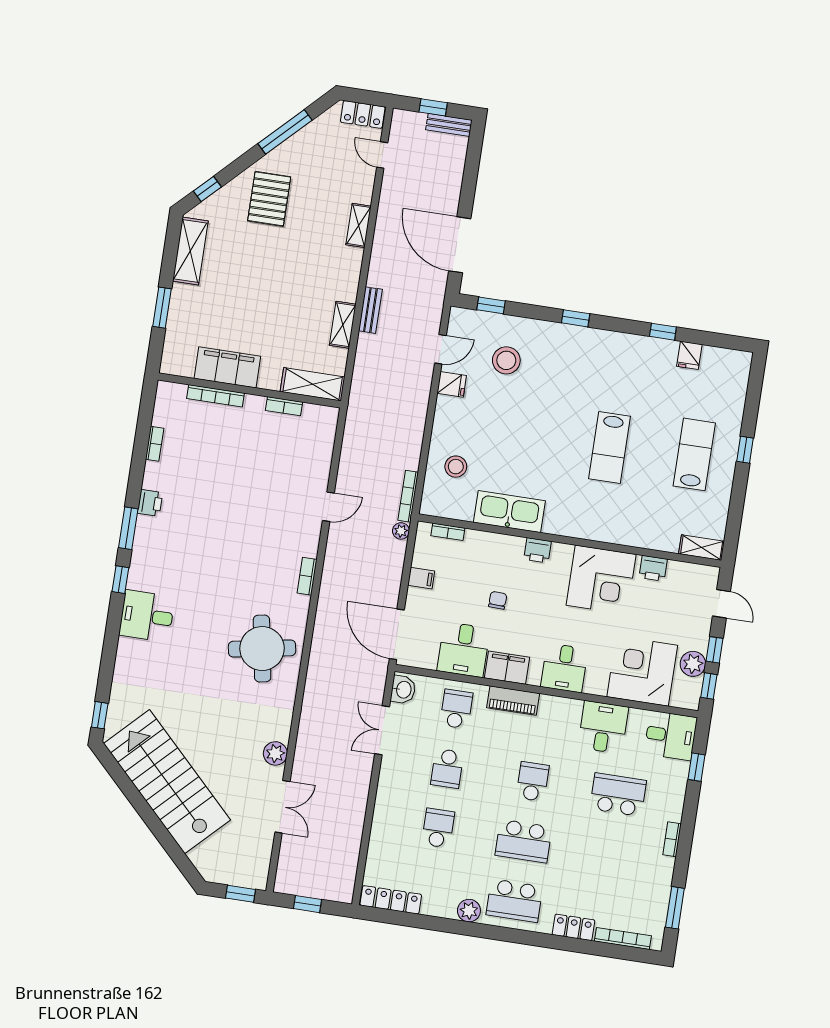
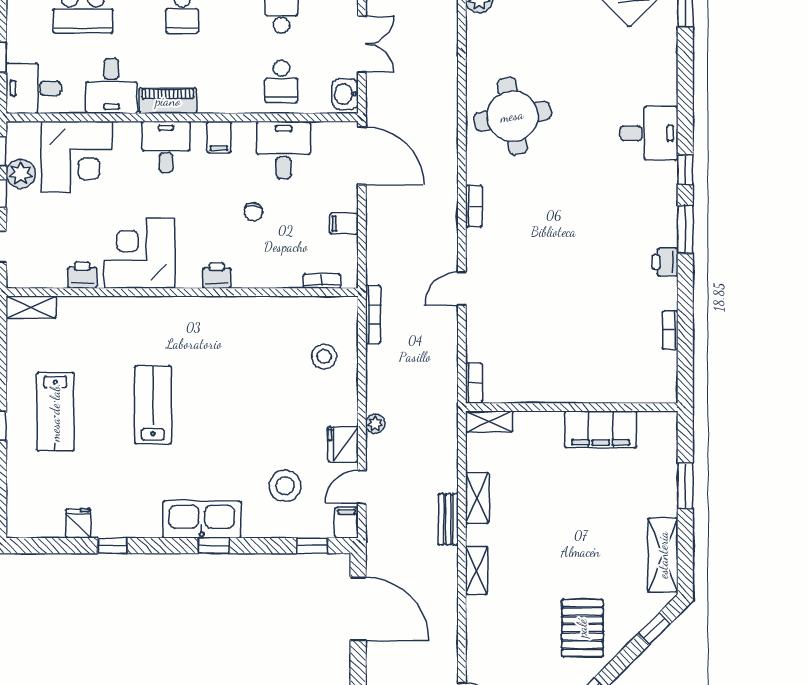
shelving: (359, 225) -> (476, 570), moved
filing cabinet: (458, 320) -> (347, 523), added
shelving: (313, 384) -> (489, 421), width x0.67, depth x0.75
fridge: (452, 384) -> (343, 444), width x1.38
bookcase: (216, 396) -> (609, 395), removed
bookcase: (284, 406) -> (474, 383), moved, turned 90
kitchen sink: (509, 512) -> (202, 519), moved, turned 180
plant: (401, 531) -> (375, 424), moved
filing cabinet: (507, 668) -> (219, 137), width x0.50
piano: (513, 701) -> (168, 101), moved

